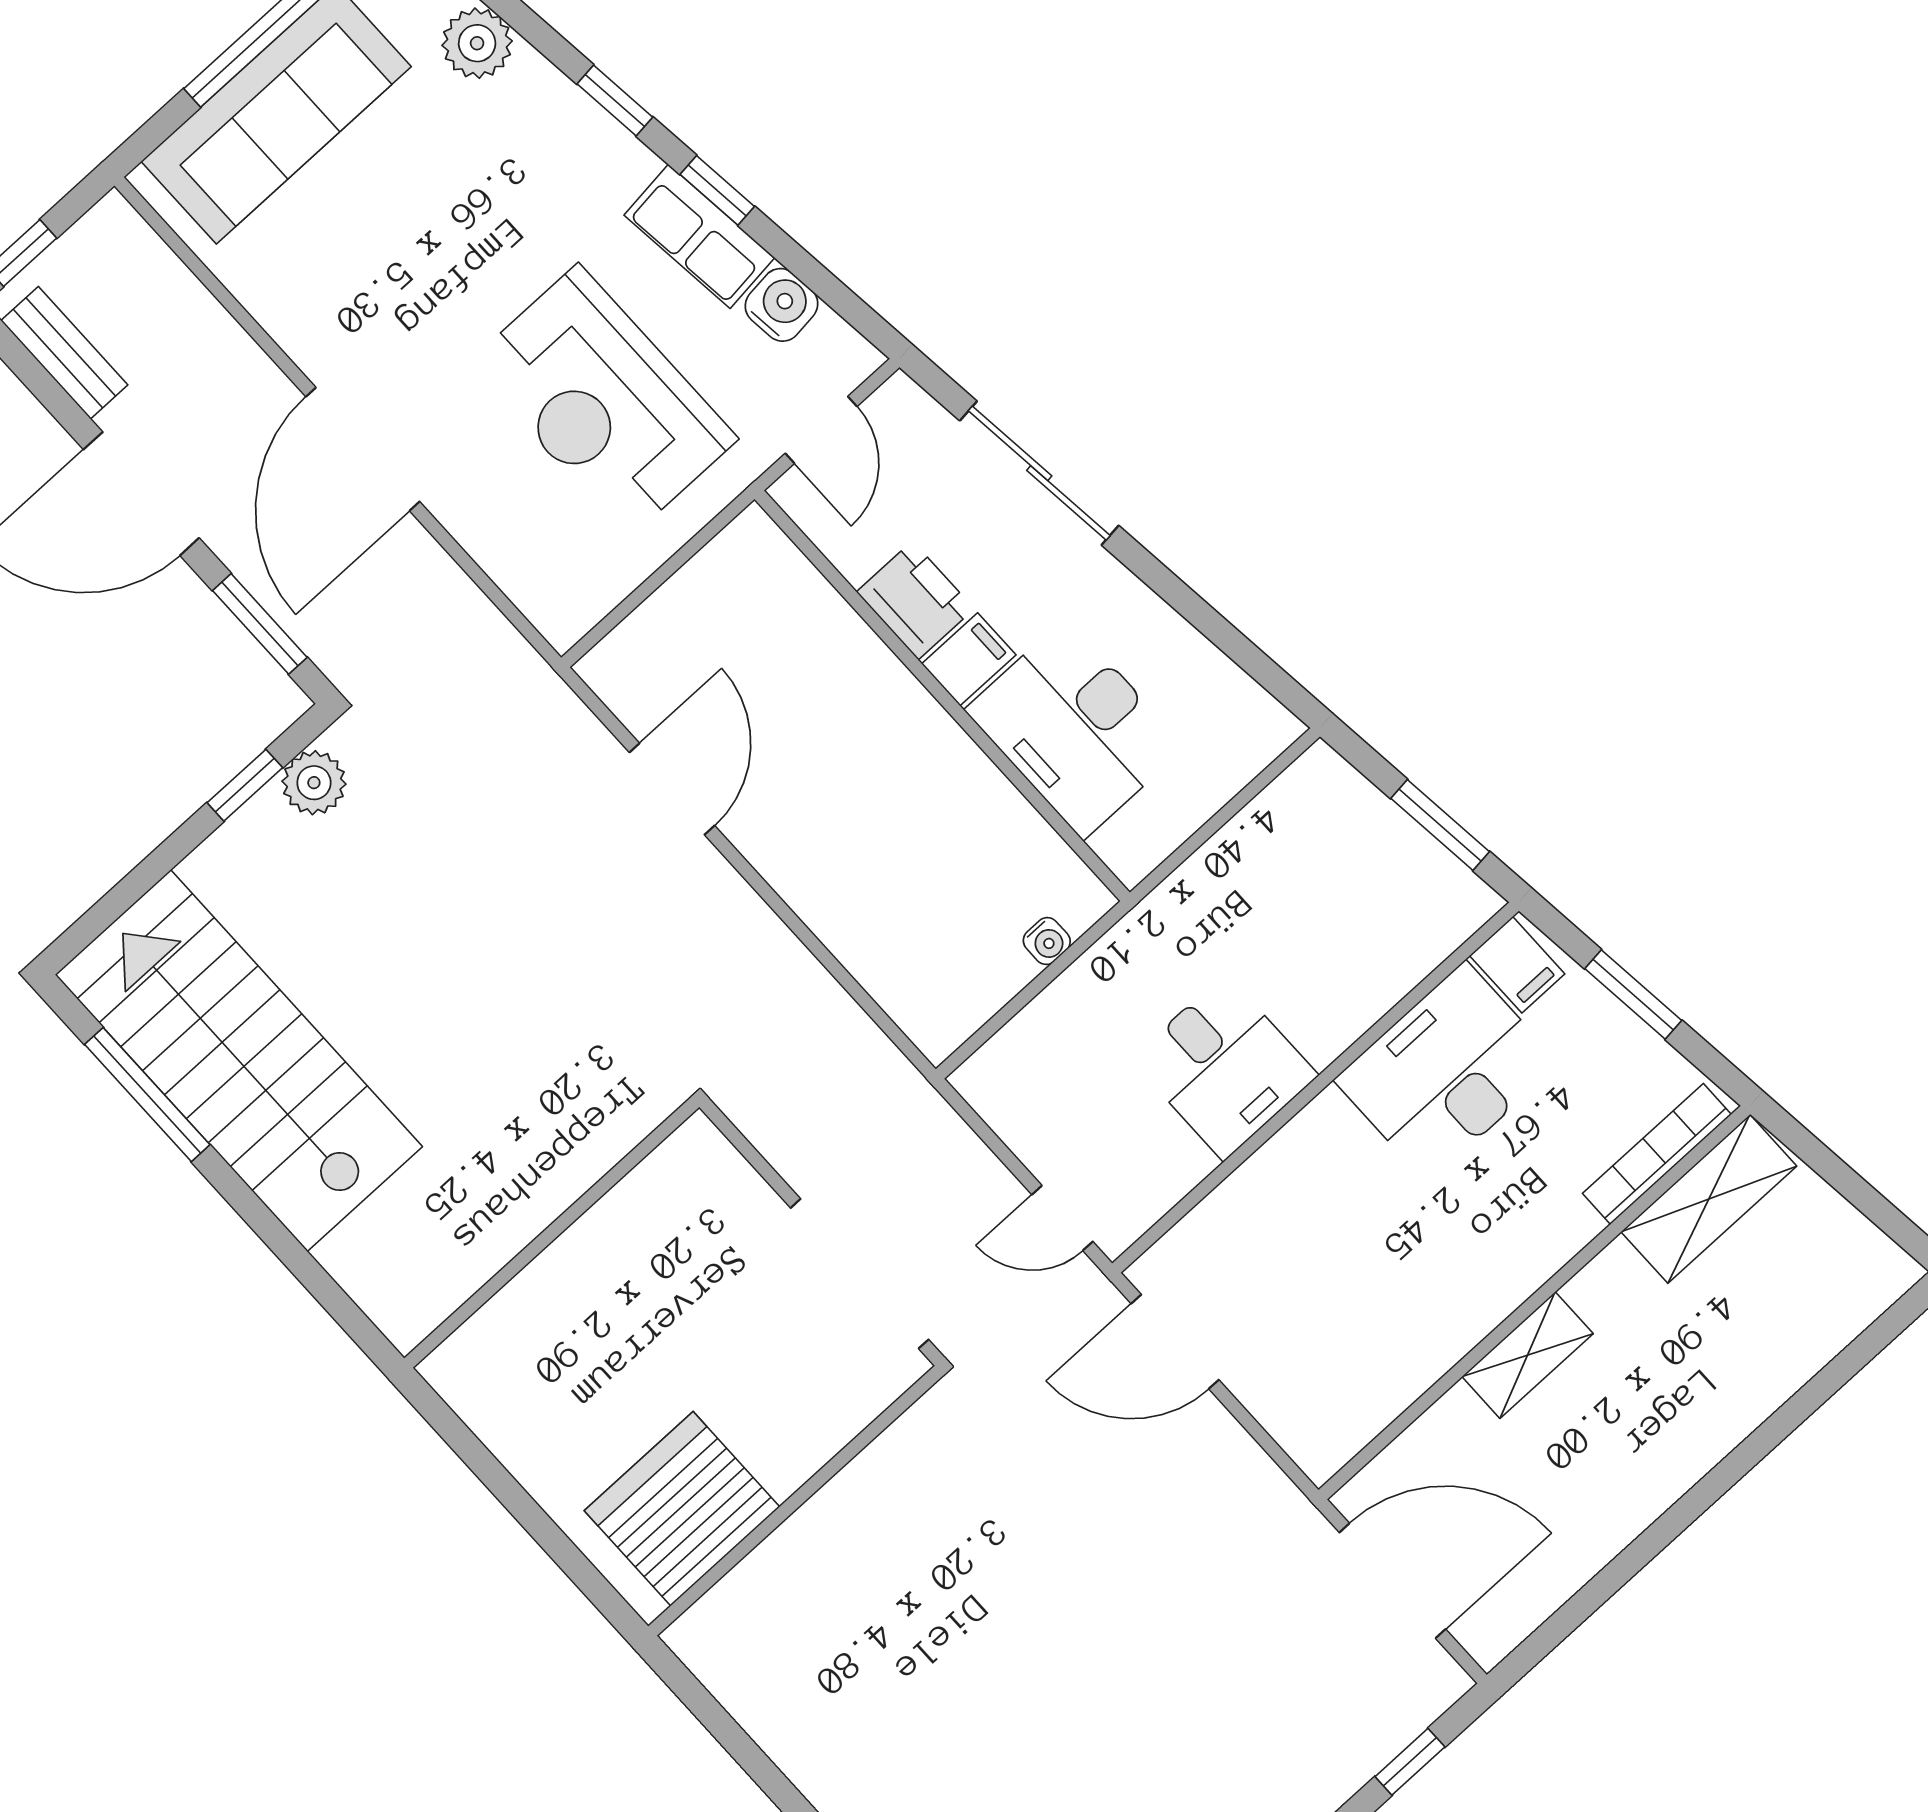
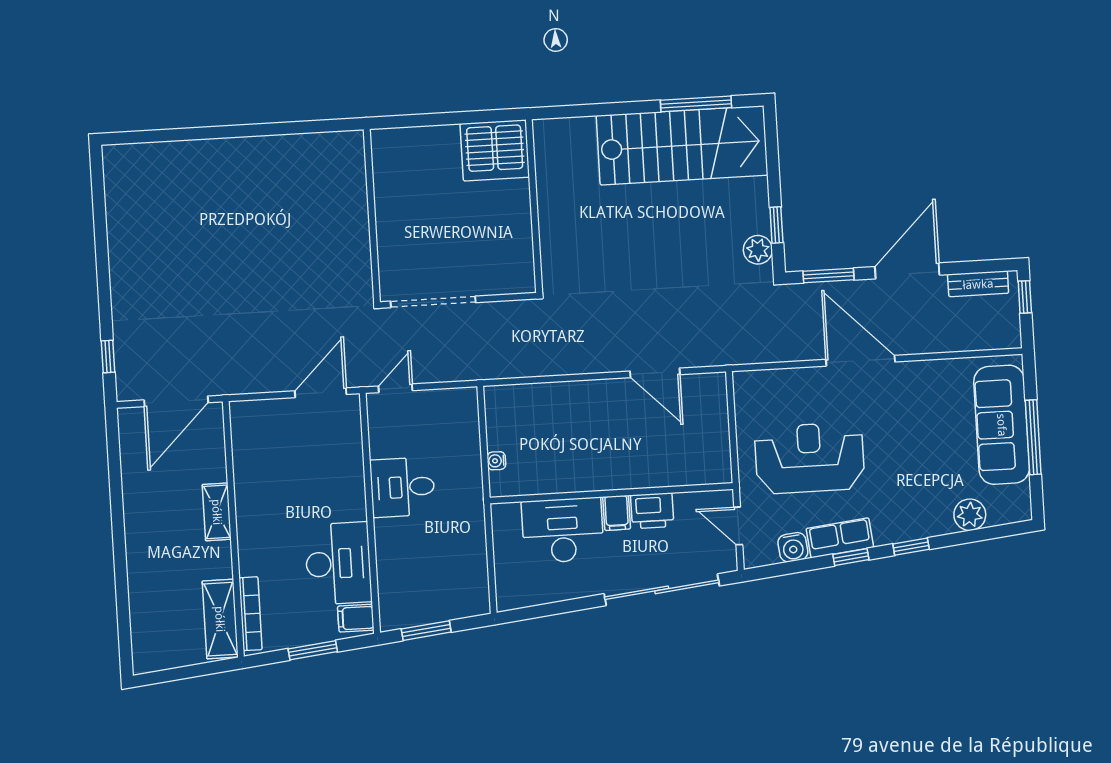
sliding door: (1039, 473) -> (662, 590), width x1.36
server rack: (682, 1509) -> (495, 150), moved, turned 90

